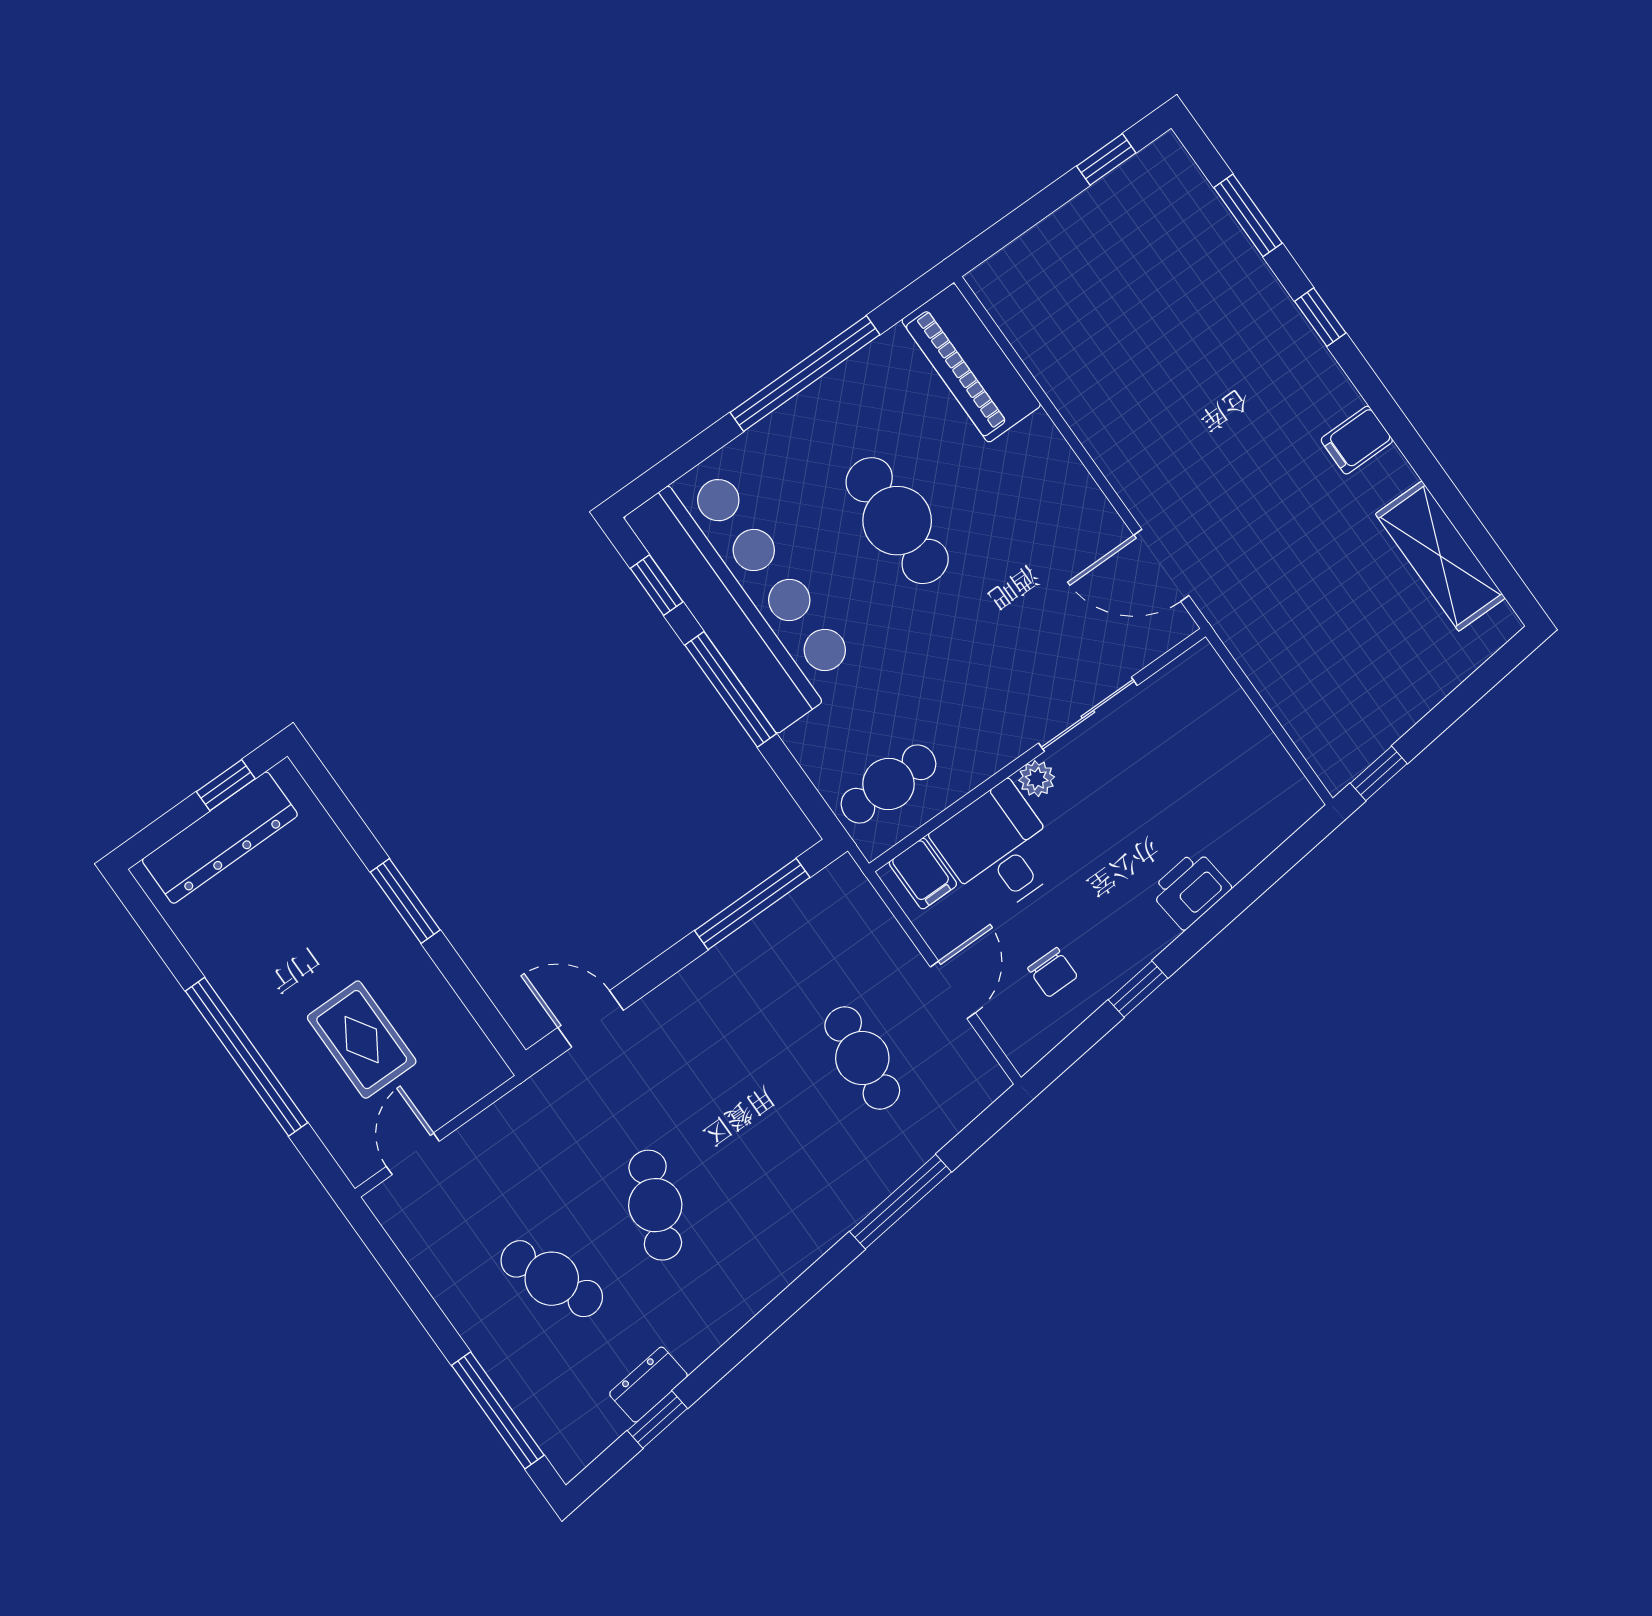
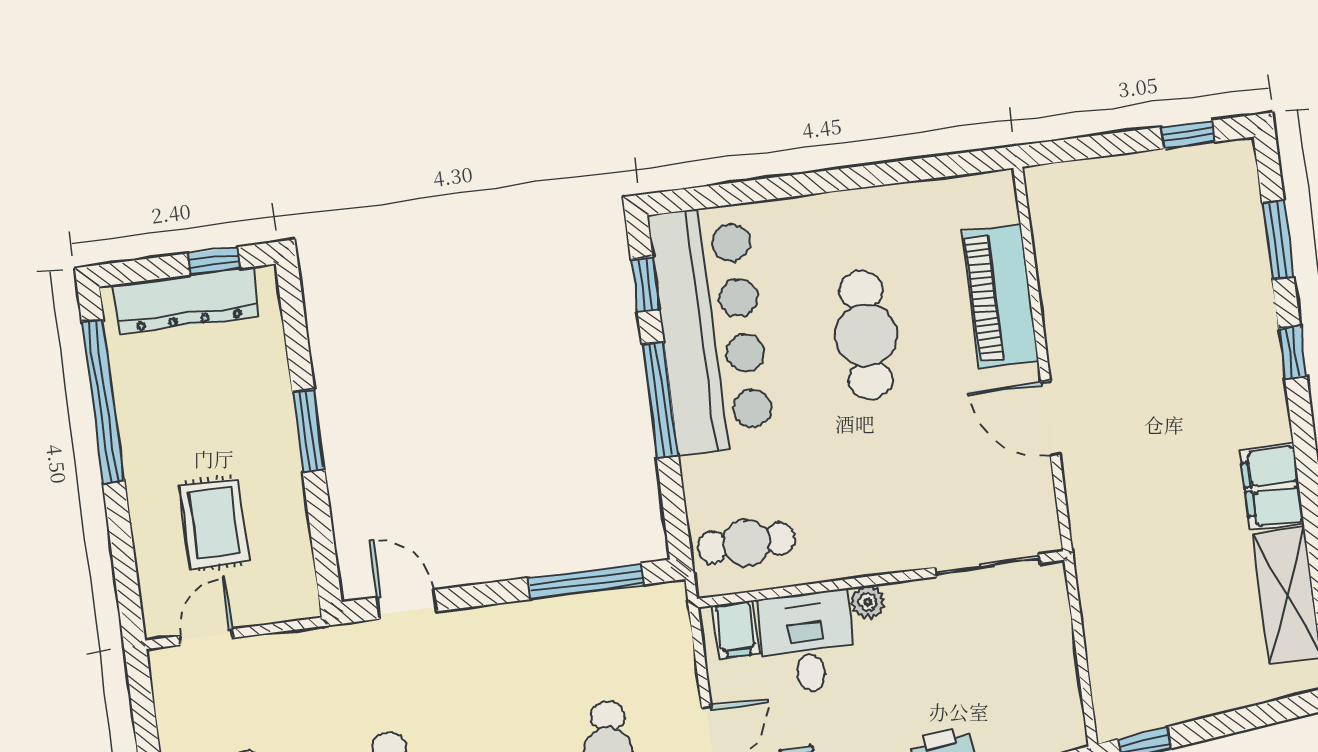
piano: (971, 363) -> (1000, 296), moved
window: (805, 374) -> (855, 178), removed
filing cabinet: (1357, 440) -> (1272, 487), width x2.00
door: (1161, 565) -> (1050, 418), moved
sliding door: (1088, 714) -> (988, 565), moved
window: (247, 1057) -> (103, 401), moved

